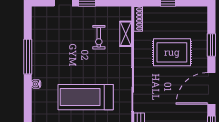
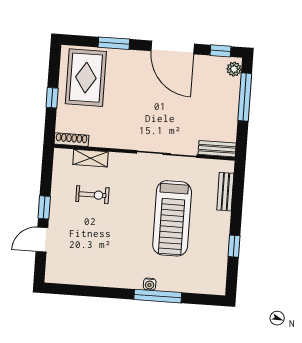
rug: (172, 52) -> (86, 78), moved
window: (28, 57) -> (158, 296), moved

